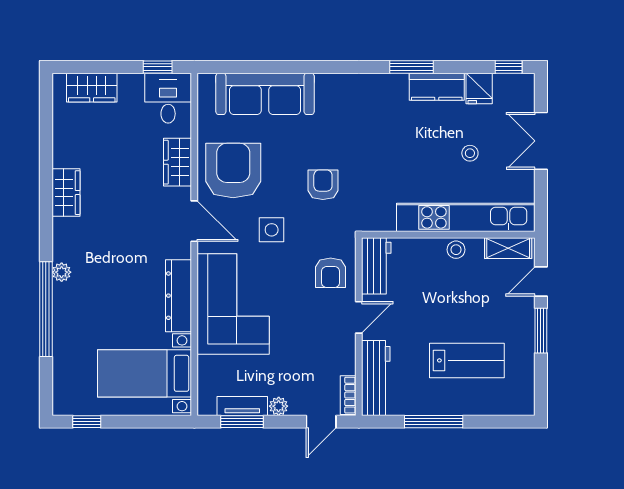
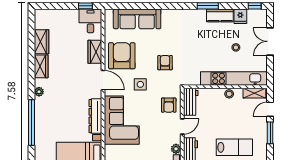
wardrobe: (92, 88) -> (42, 42), moved, turned -90
plant: (62, 272) -> (39, 92), moved
plant: (346, 364) -> (176, 149), added

